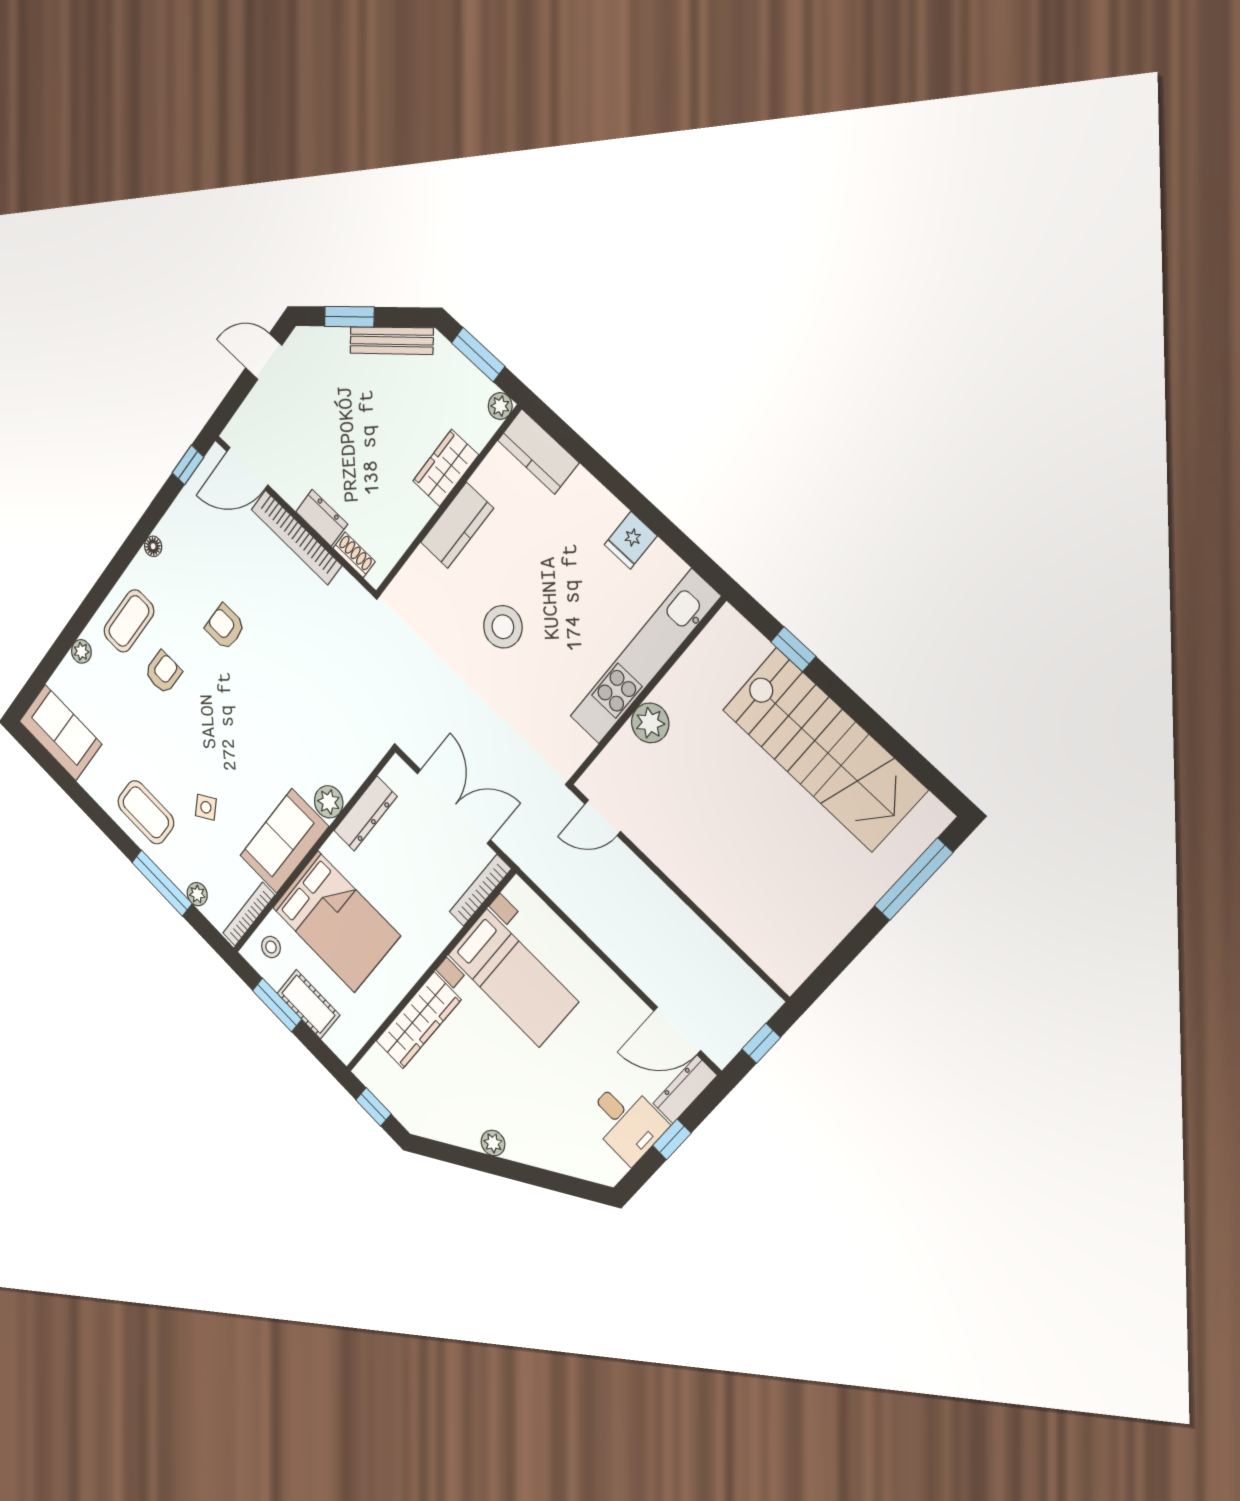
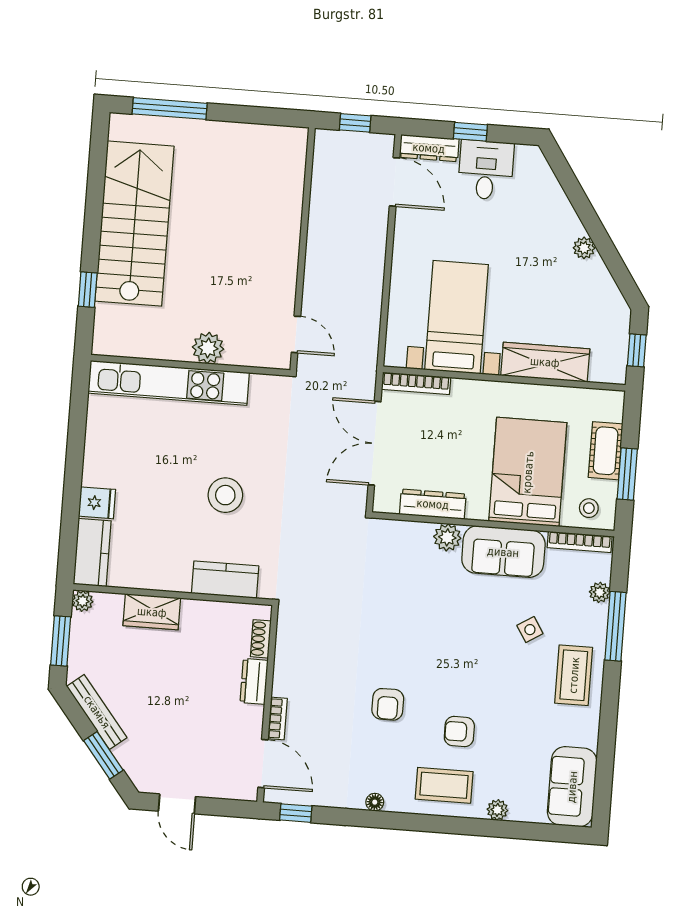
kitchen counter: (457, 525) -> (225, 580), moved
bookcase: (296, 537) -> (277, 719), width x0.43, depth x0.76
fridge: (631, 540) -> (97, 503), moved

